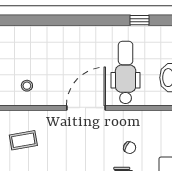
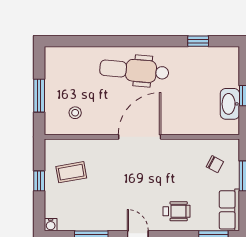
dental chair: (126, 72) -> (134, 70), moved, turned -85
chair: (130, 148) -> (215, 164), moved

